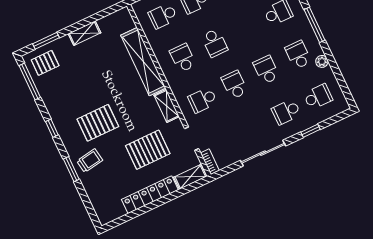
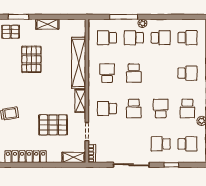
school desk: (298, 55) -> (187, 109), turned 180
school desk: (234, 85) -> (134, 109), turned 180
pallet: (98, 123) -> (31, 59), moved, turned 90
locker: (150, 195) -> (26, 157), moved

